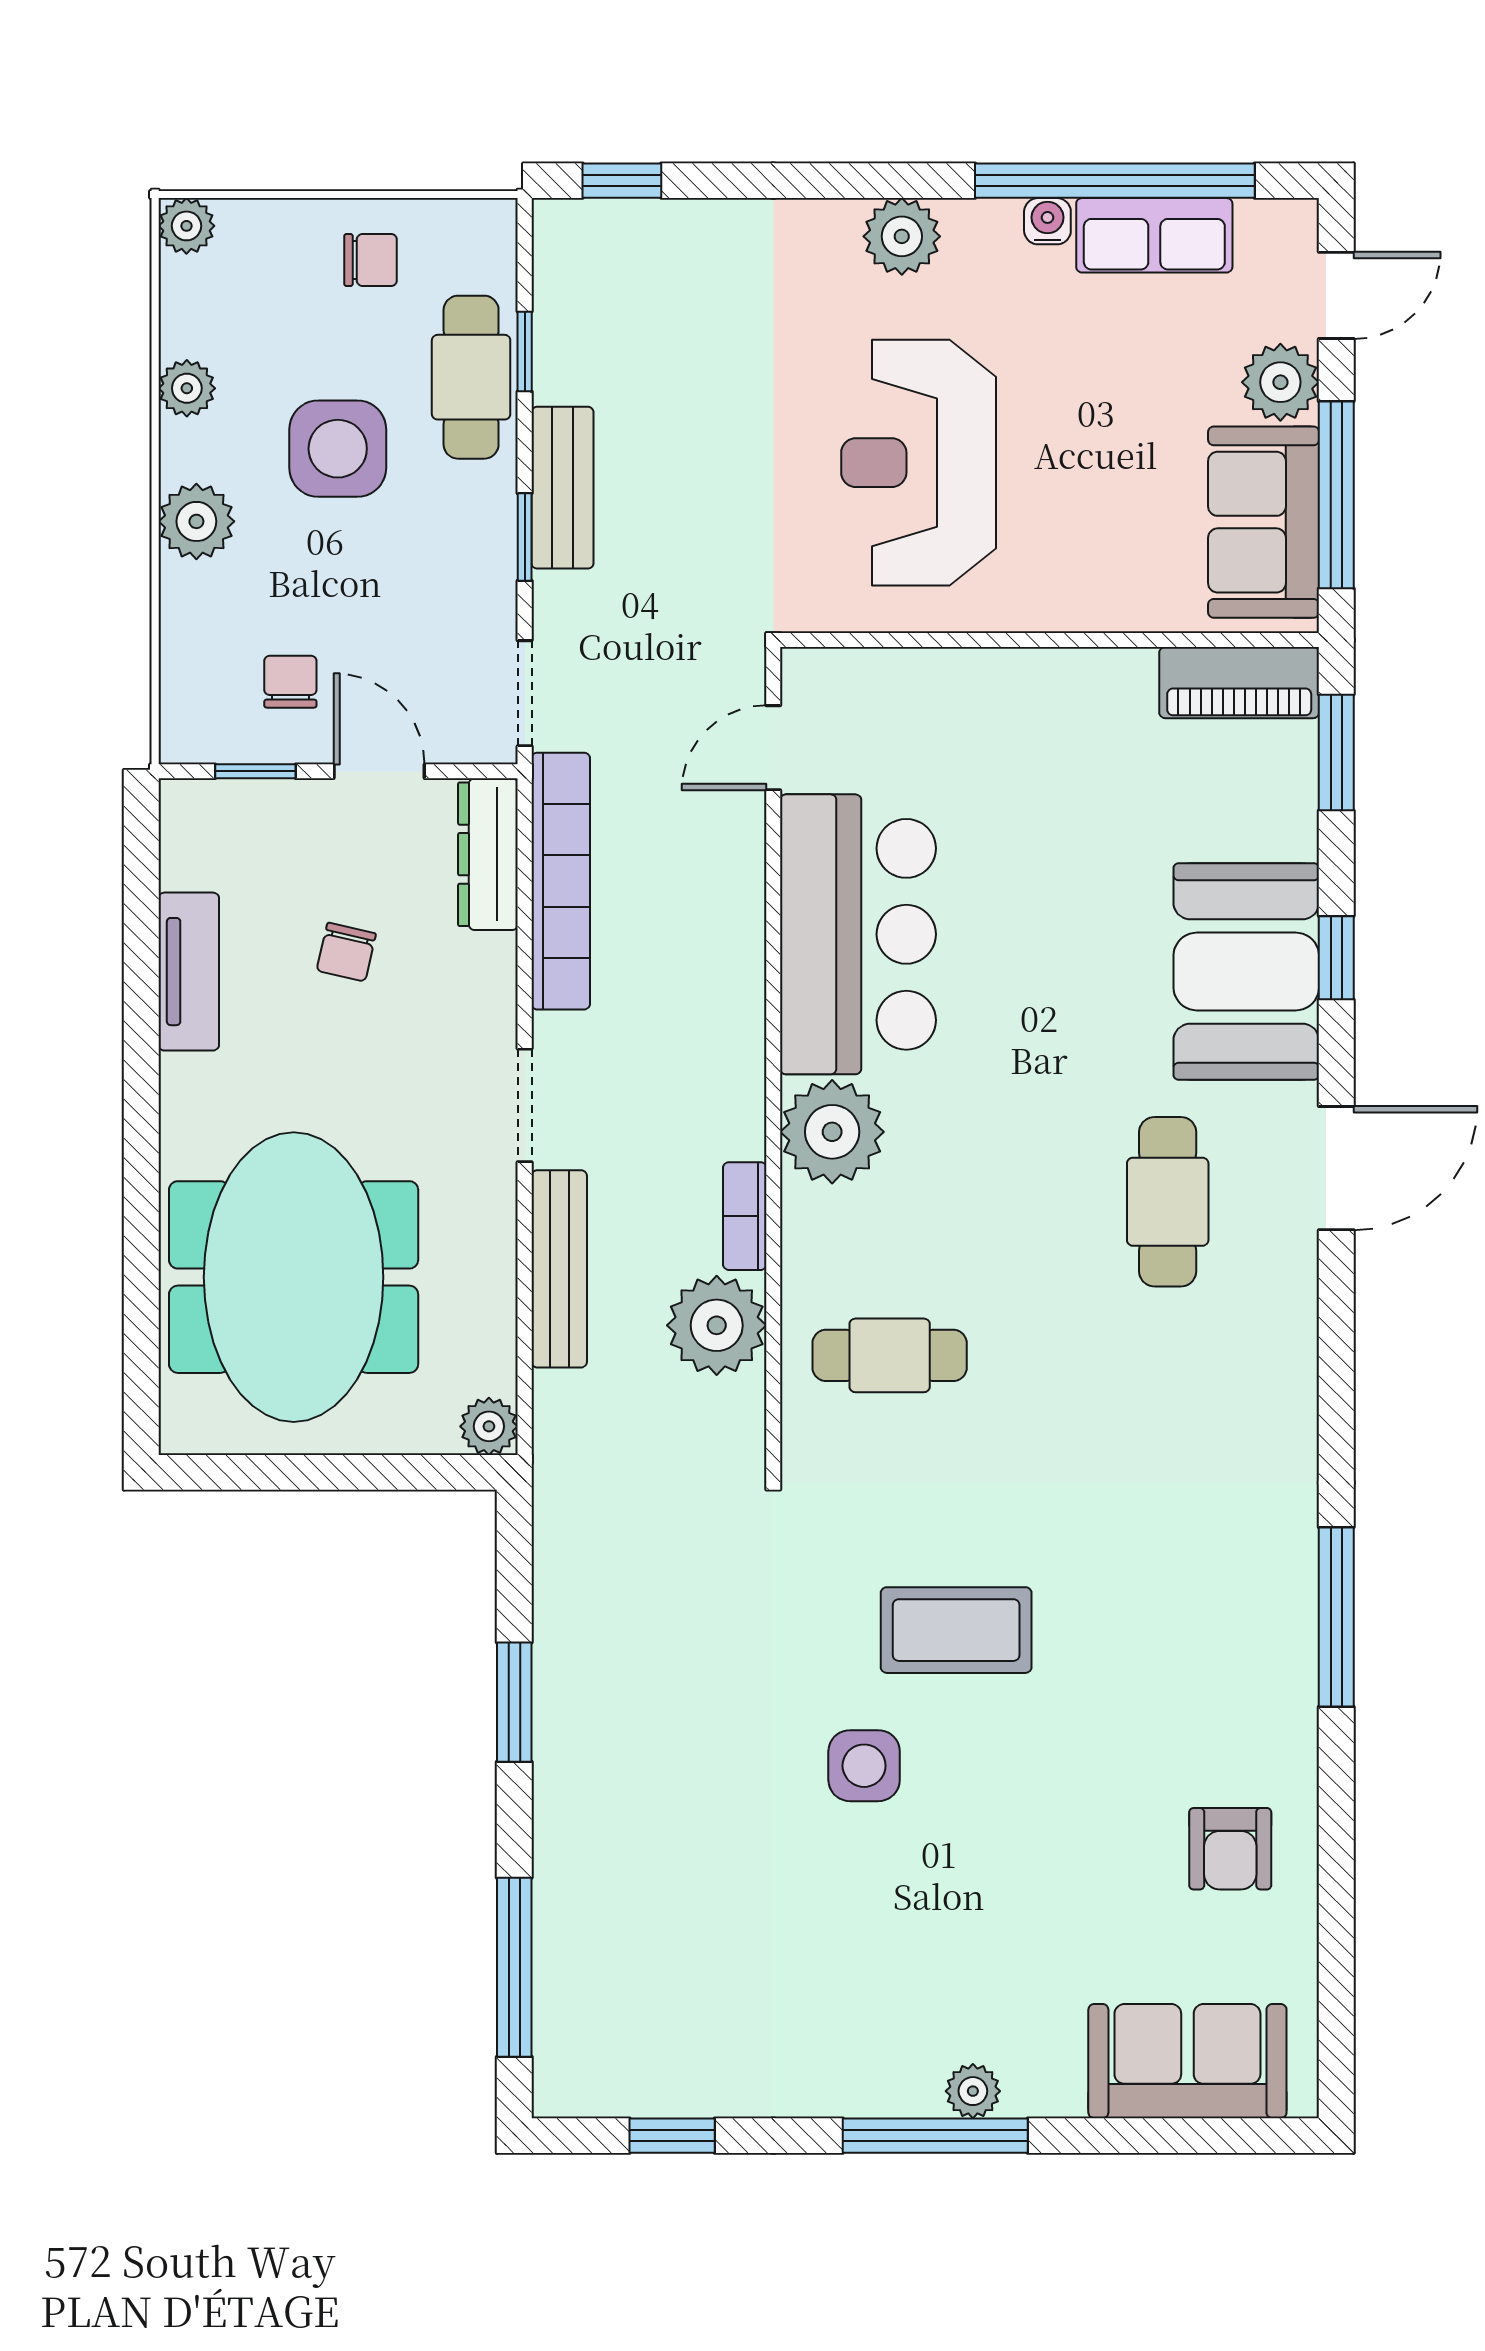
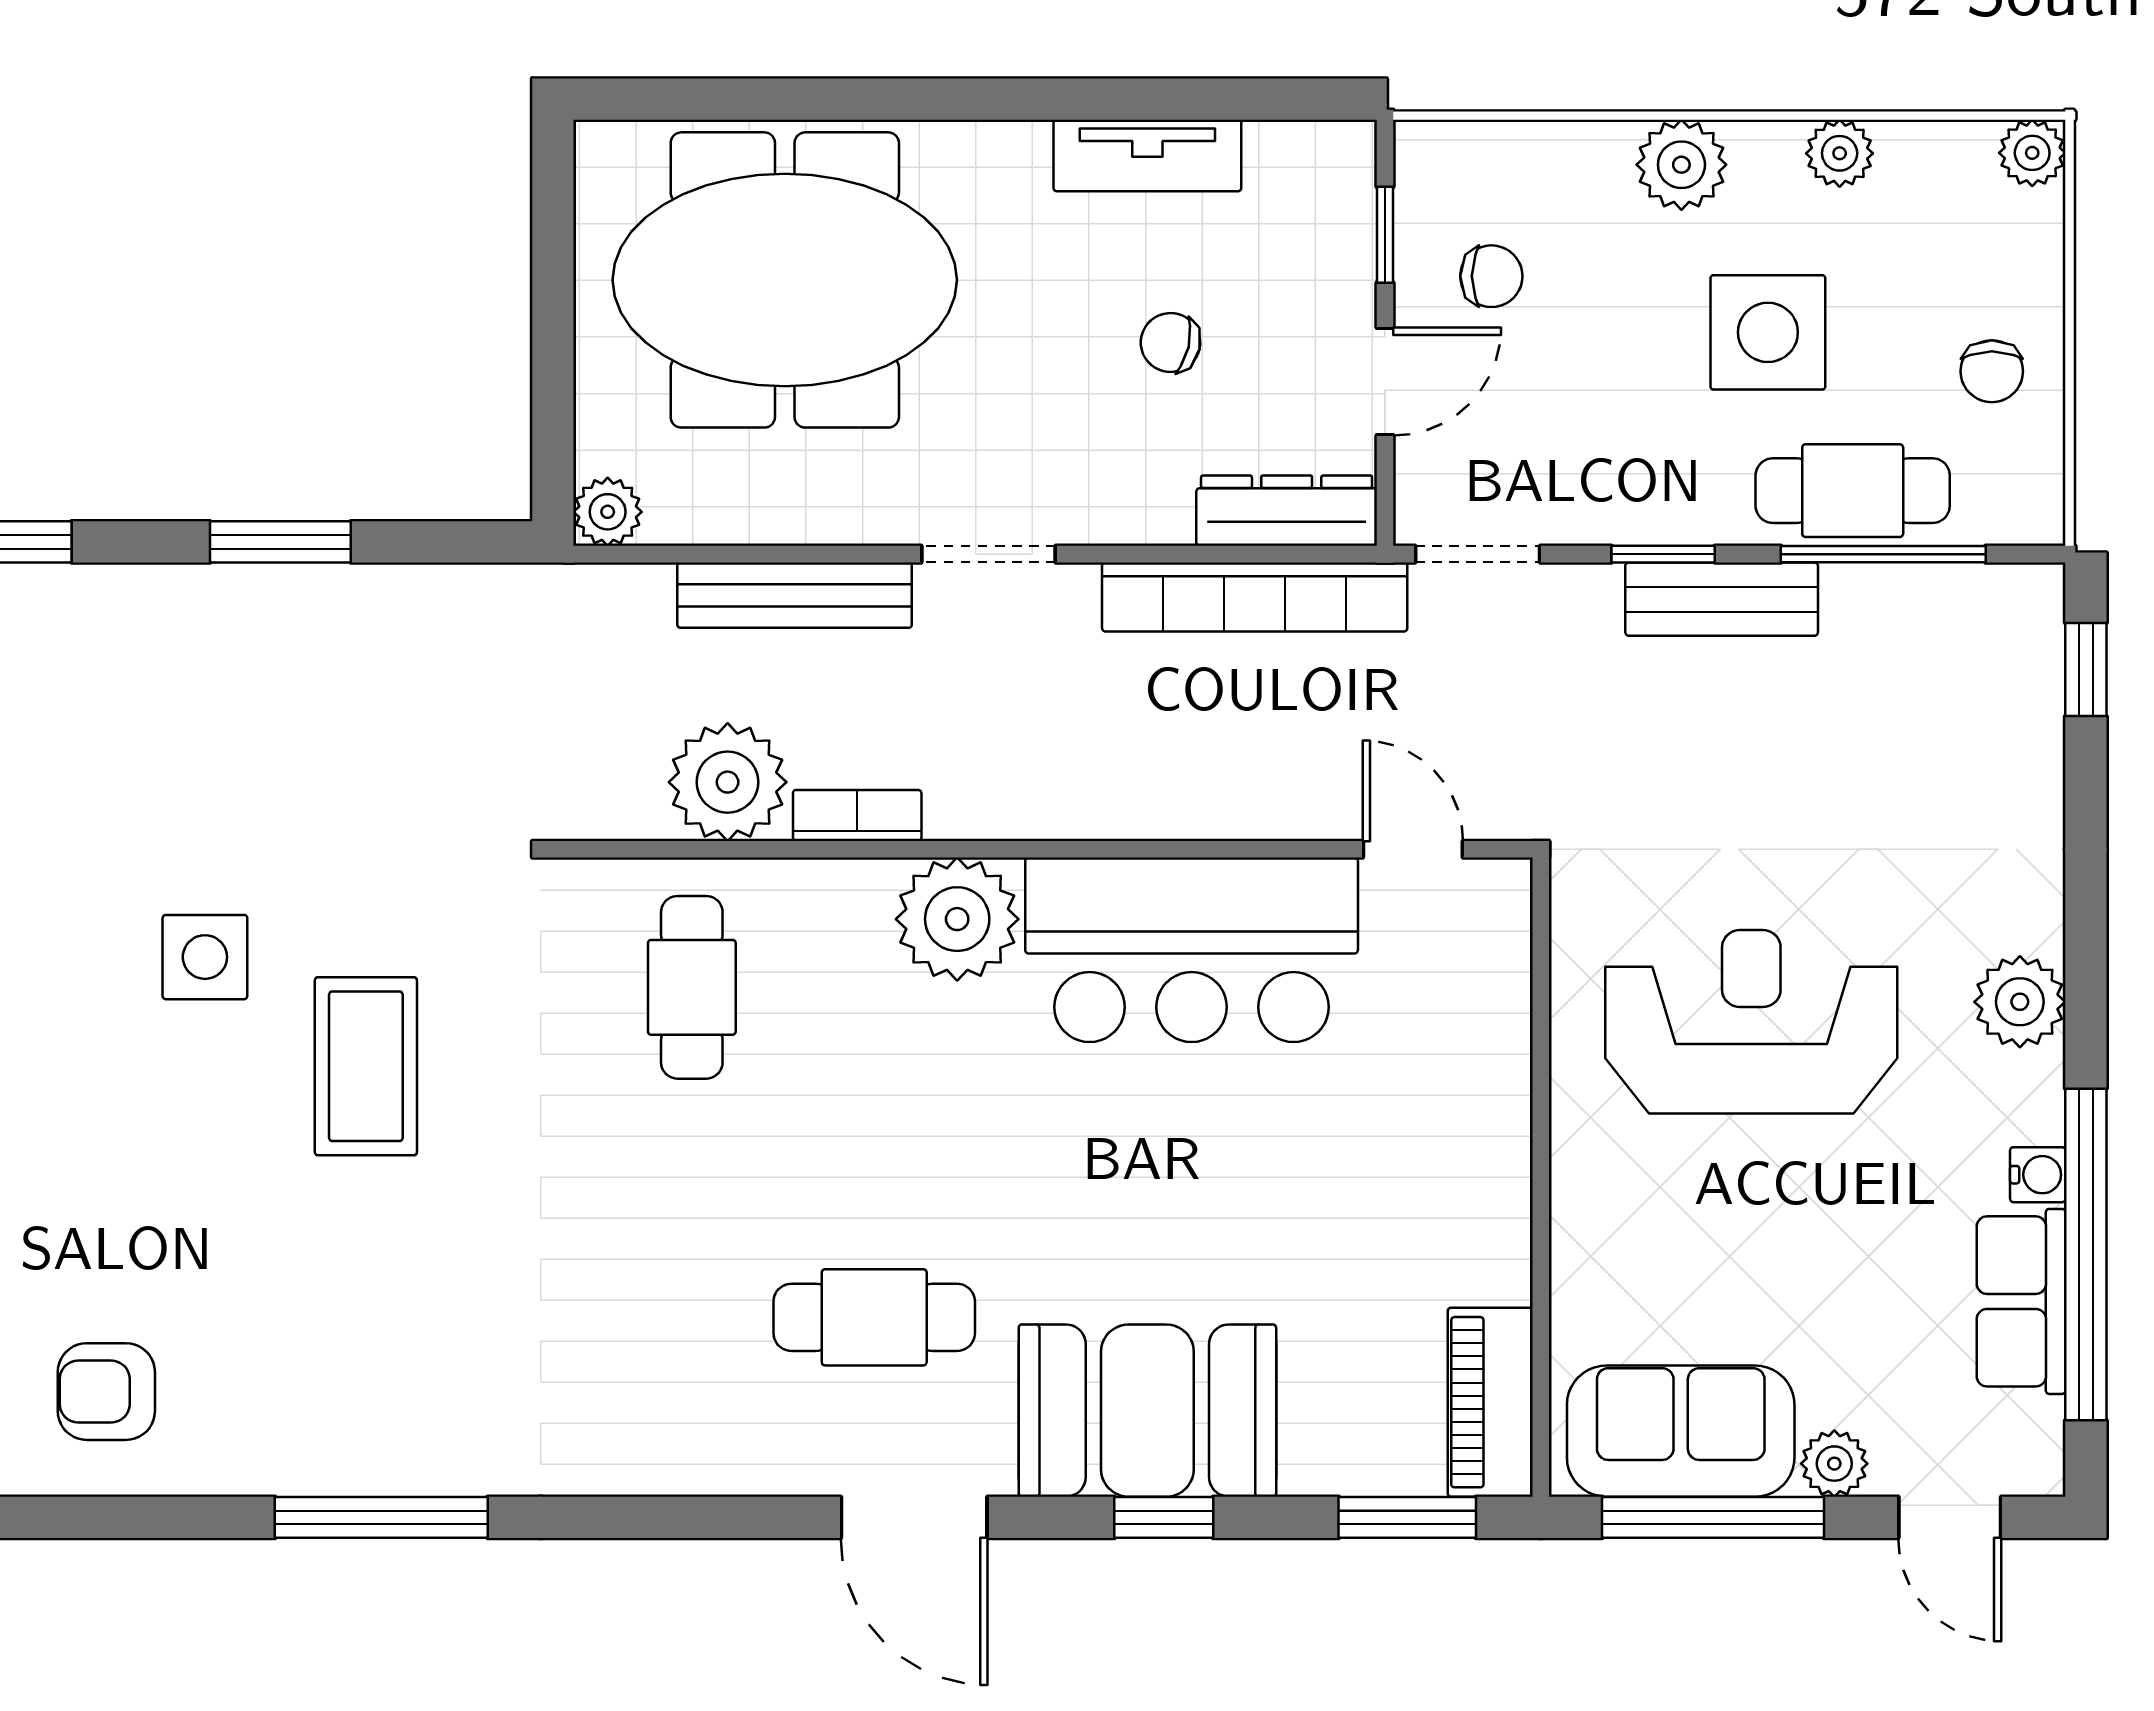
window: (525, 352) -> (1883, 554), width x2.17
plant: (1280, 382) -> (1834, 1464), width x0.73, depth x0.73

